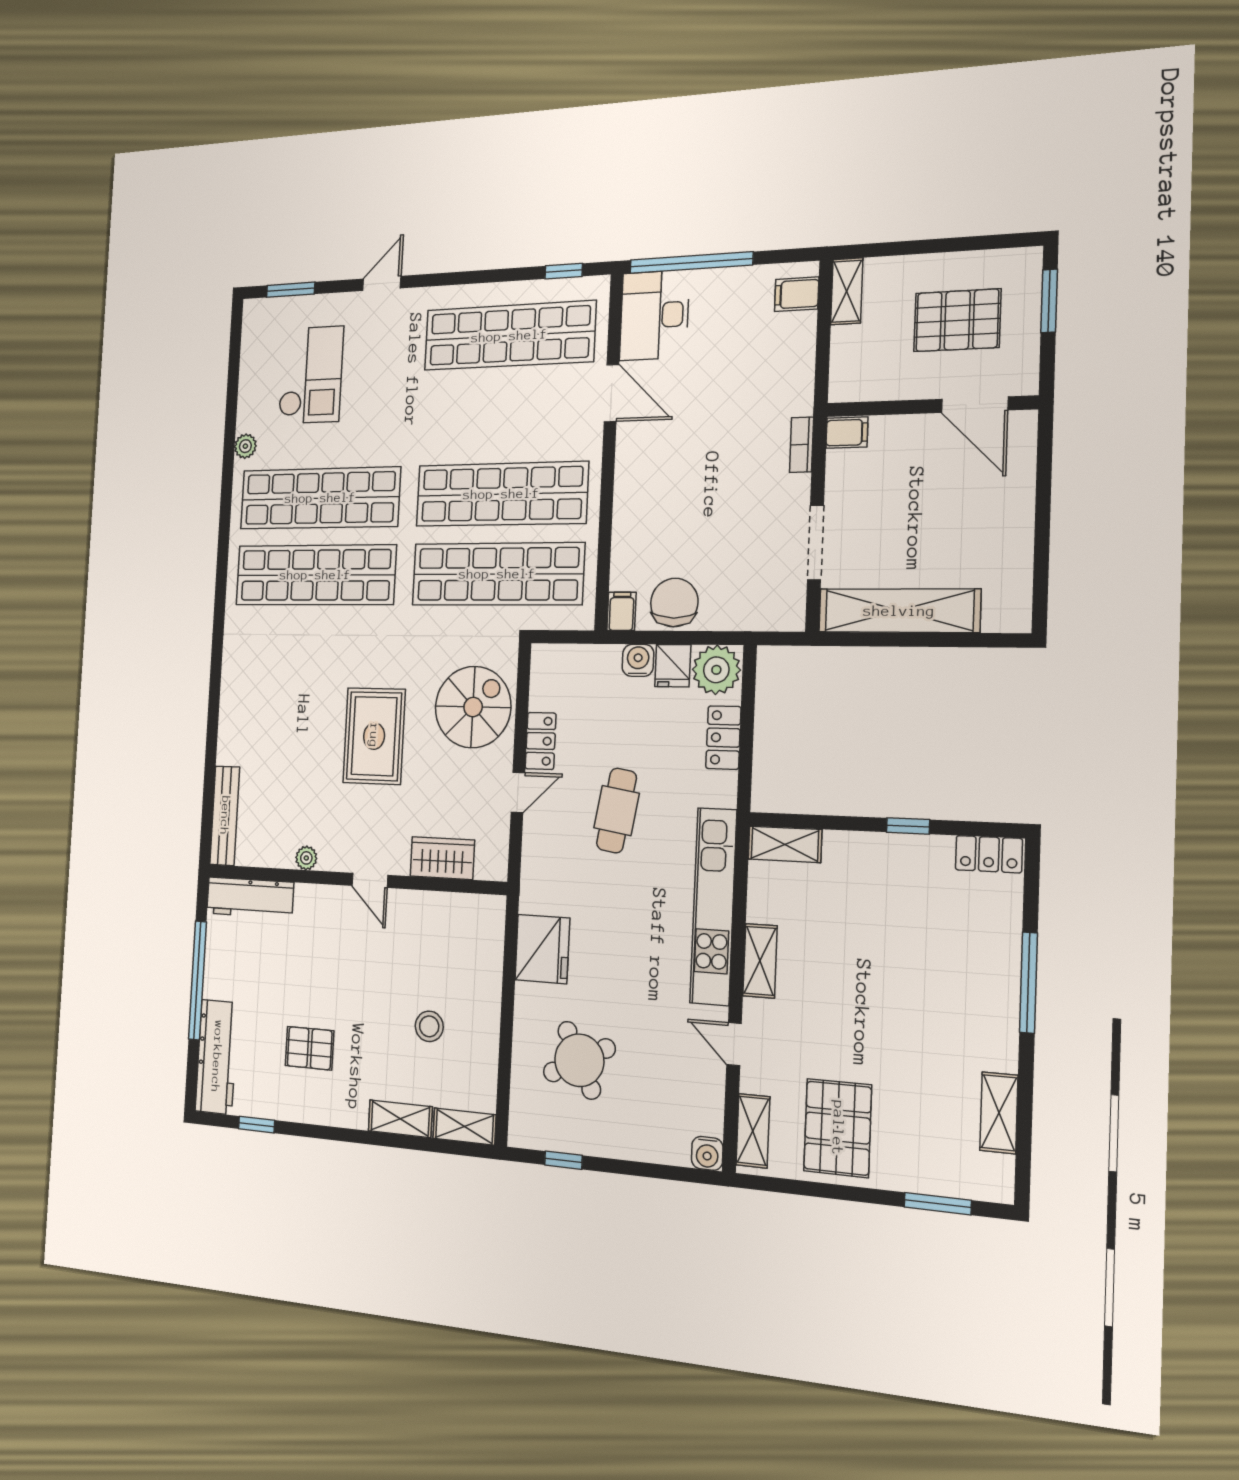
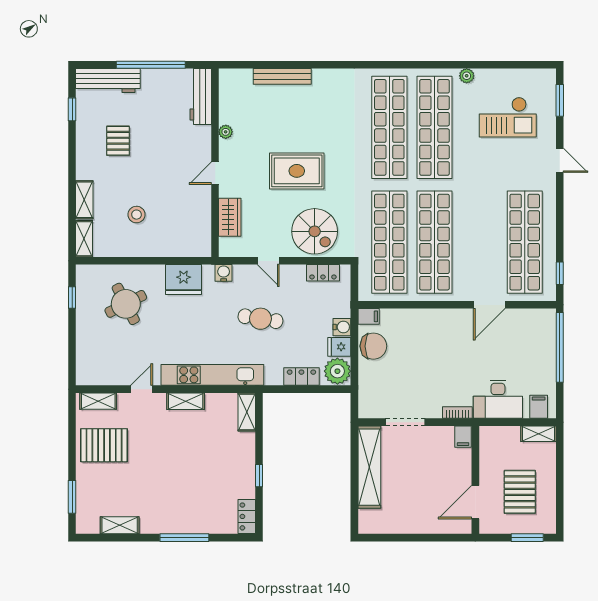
desk: (654, 315) -> (498, 399), moved, turned 180
locker: (541, 741) -> (323, 273), moved
bench: (225, 816) -> (282, 76), moved
water cooler: (707, 1153) -> (224, 273), moved, turned 90

